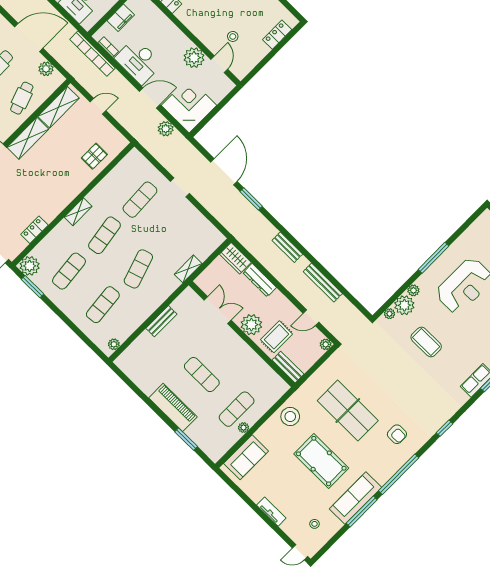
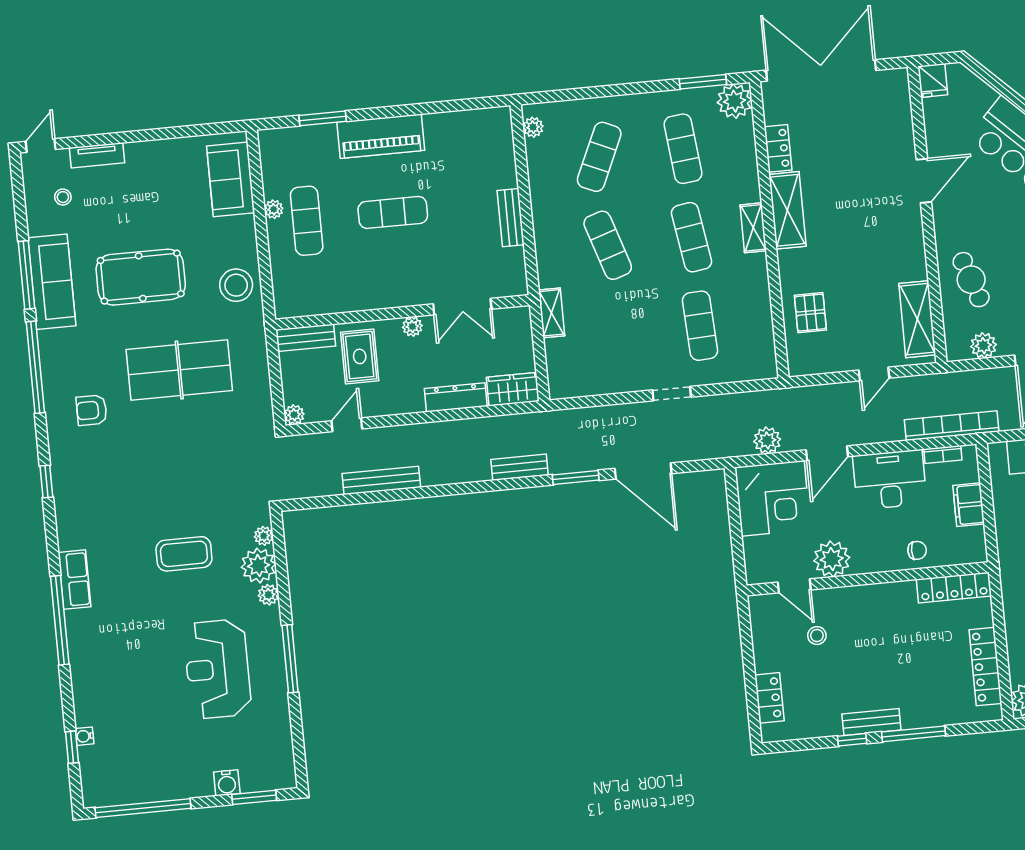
chair: (159, 24) -> (917, 550), added
shelving: (28, 138) -> (787, 210), moved
bench: (287, 247) -> (519, 467), moved
exercise mat: (103, 305) -> (599, 157), turned 30
plant: (251, 325) -> (412, 326), width x0.53, depth x0.53
tv unit: (271, 512) -> (97, 155), moved

